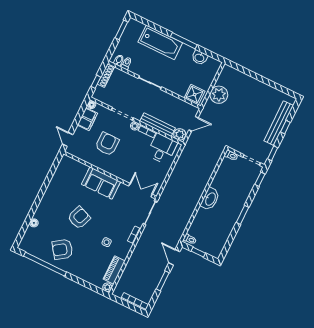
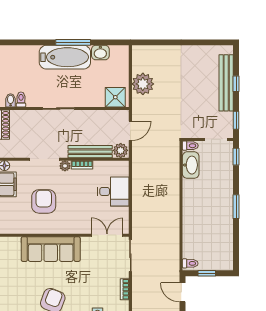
bathtub: (160, 42) -> (65, 57), moved
desk: (162, 149) -> (113, 191), moved, turned 90
sofa: (101, 183) -> (51, 249), width x1.36
washbasin: (210, 199) -> (191, 165), moved

